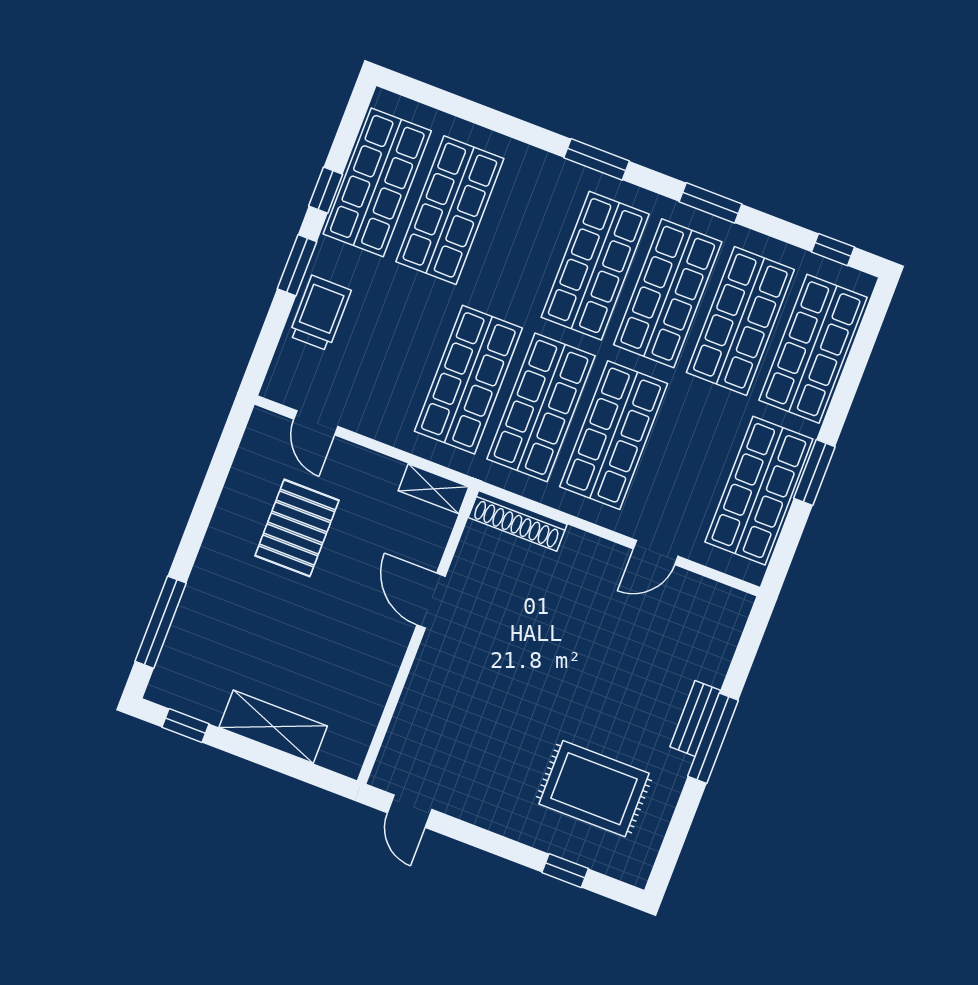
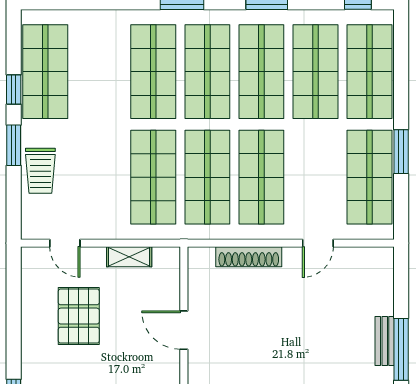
shop shelf: (450, 210) -> (153, 72), moved
trolley: (320, 313) -> (40, 171), turned 180
shelving: (433, 489) -> (129, 257), moved
shoe rack: (518, 521) -> (249, 257), moved

